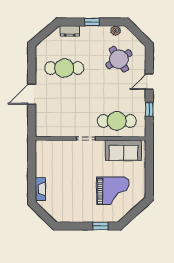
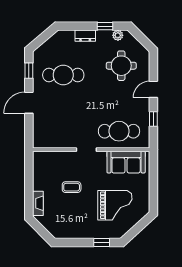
window: (92, 22) -> (105, 26), moved
dresser: (70, 31) -> (85, 36), moved
round table: (119, 59) -> (121, 66), turned 32
window: (32, 64) -> (29, 71), added
coffee table: (72, 174) -> (72, 187), added

